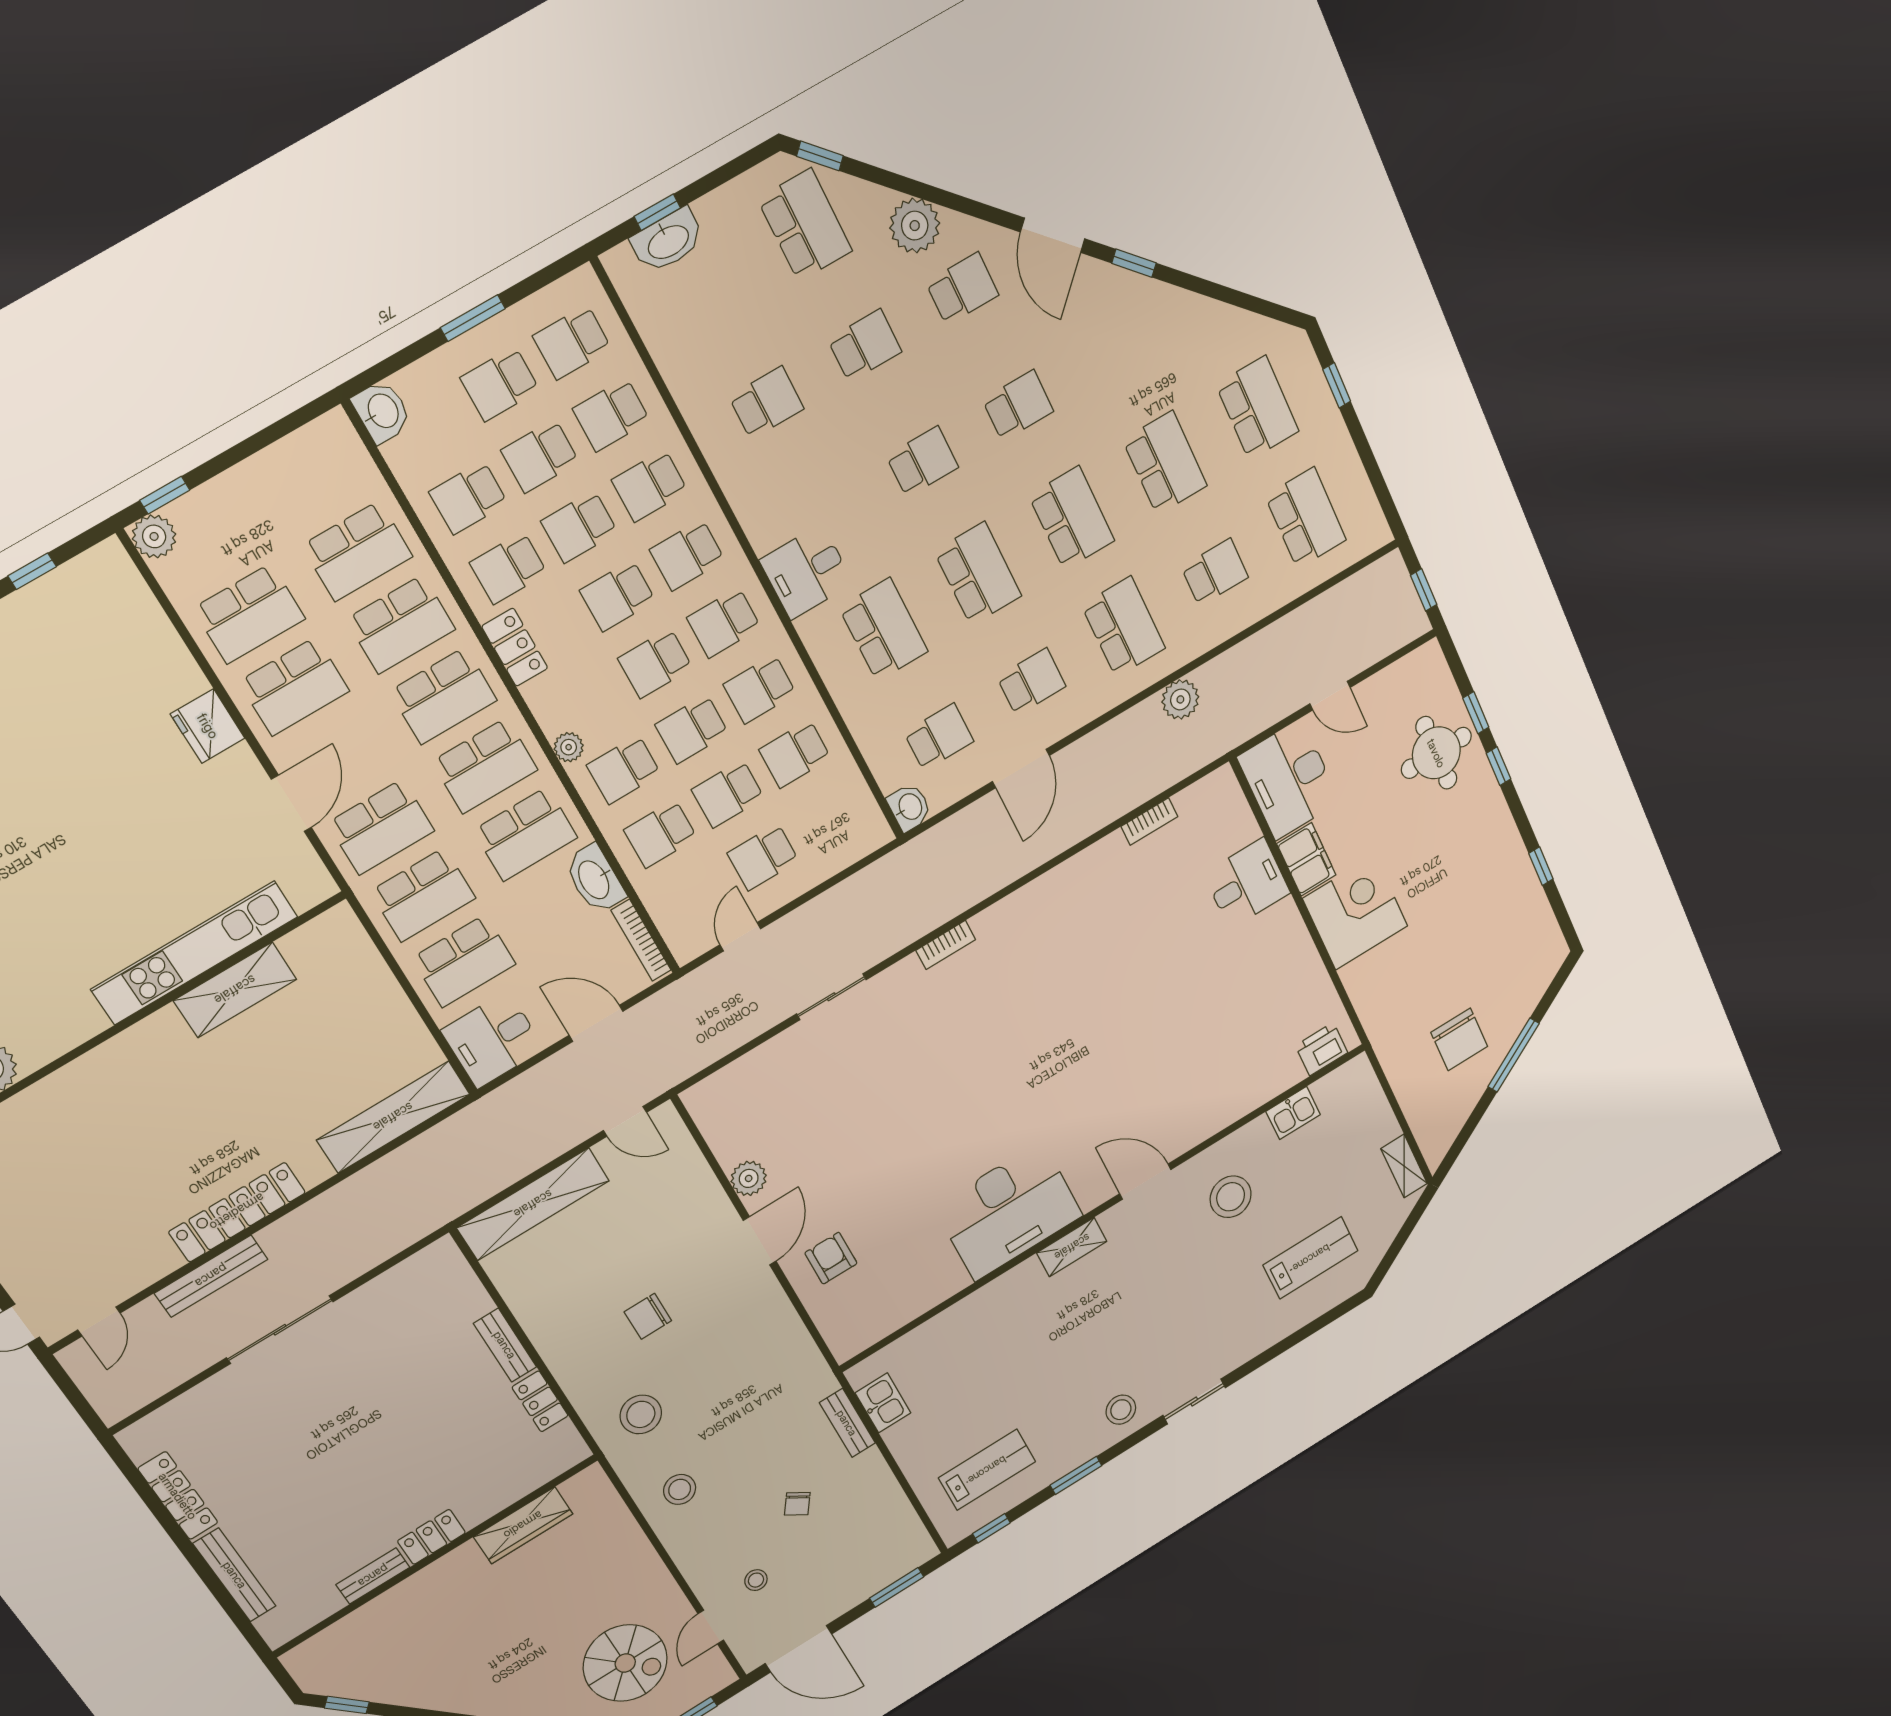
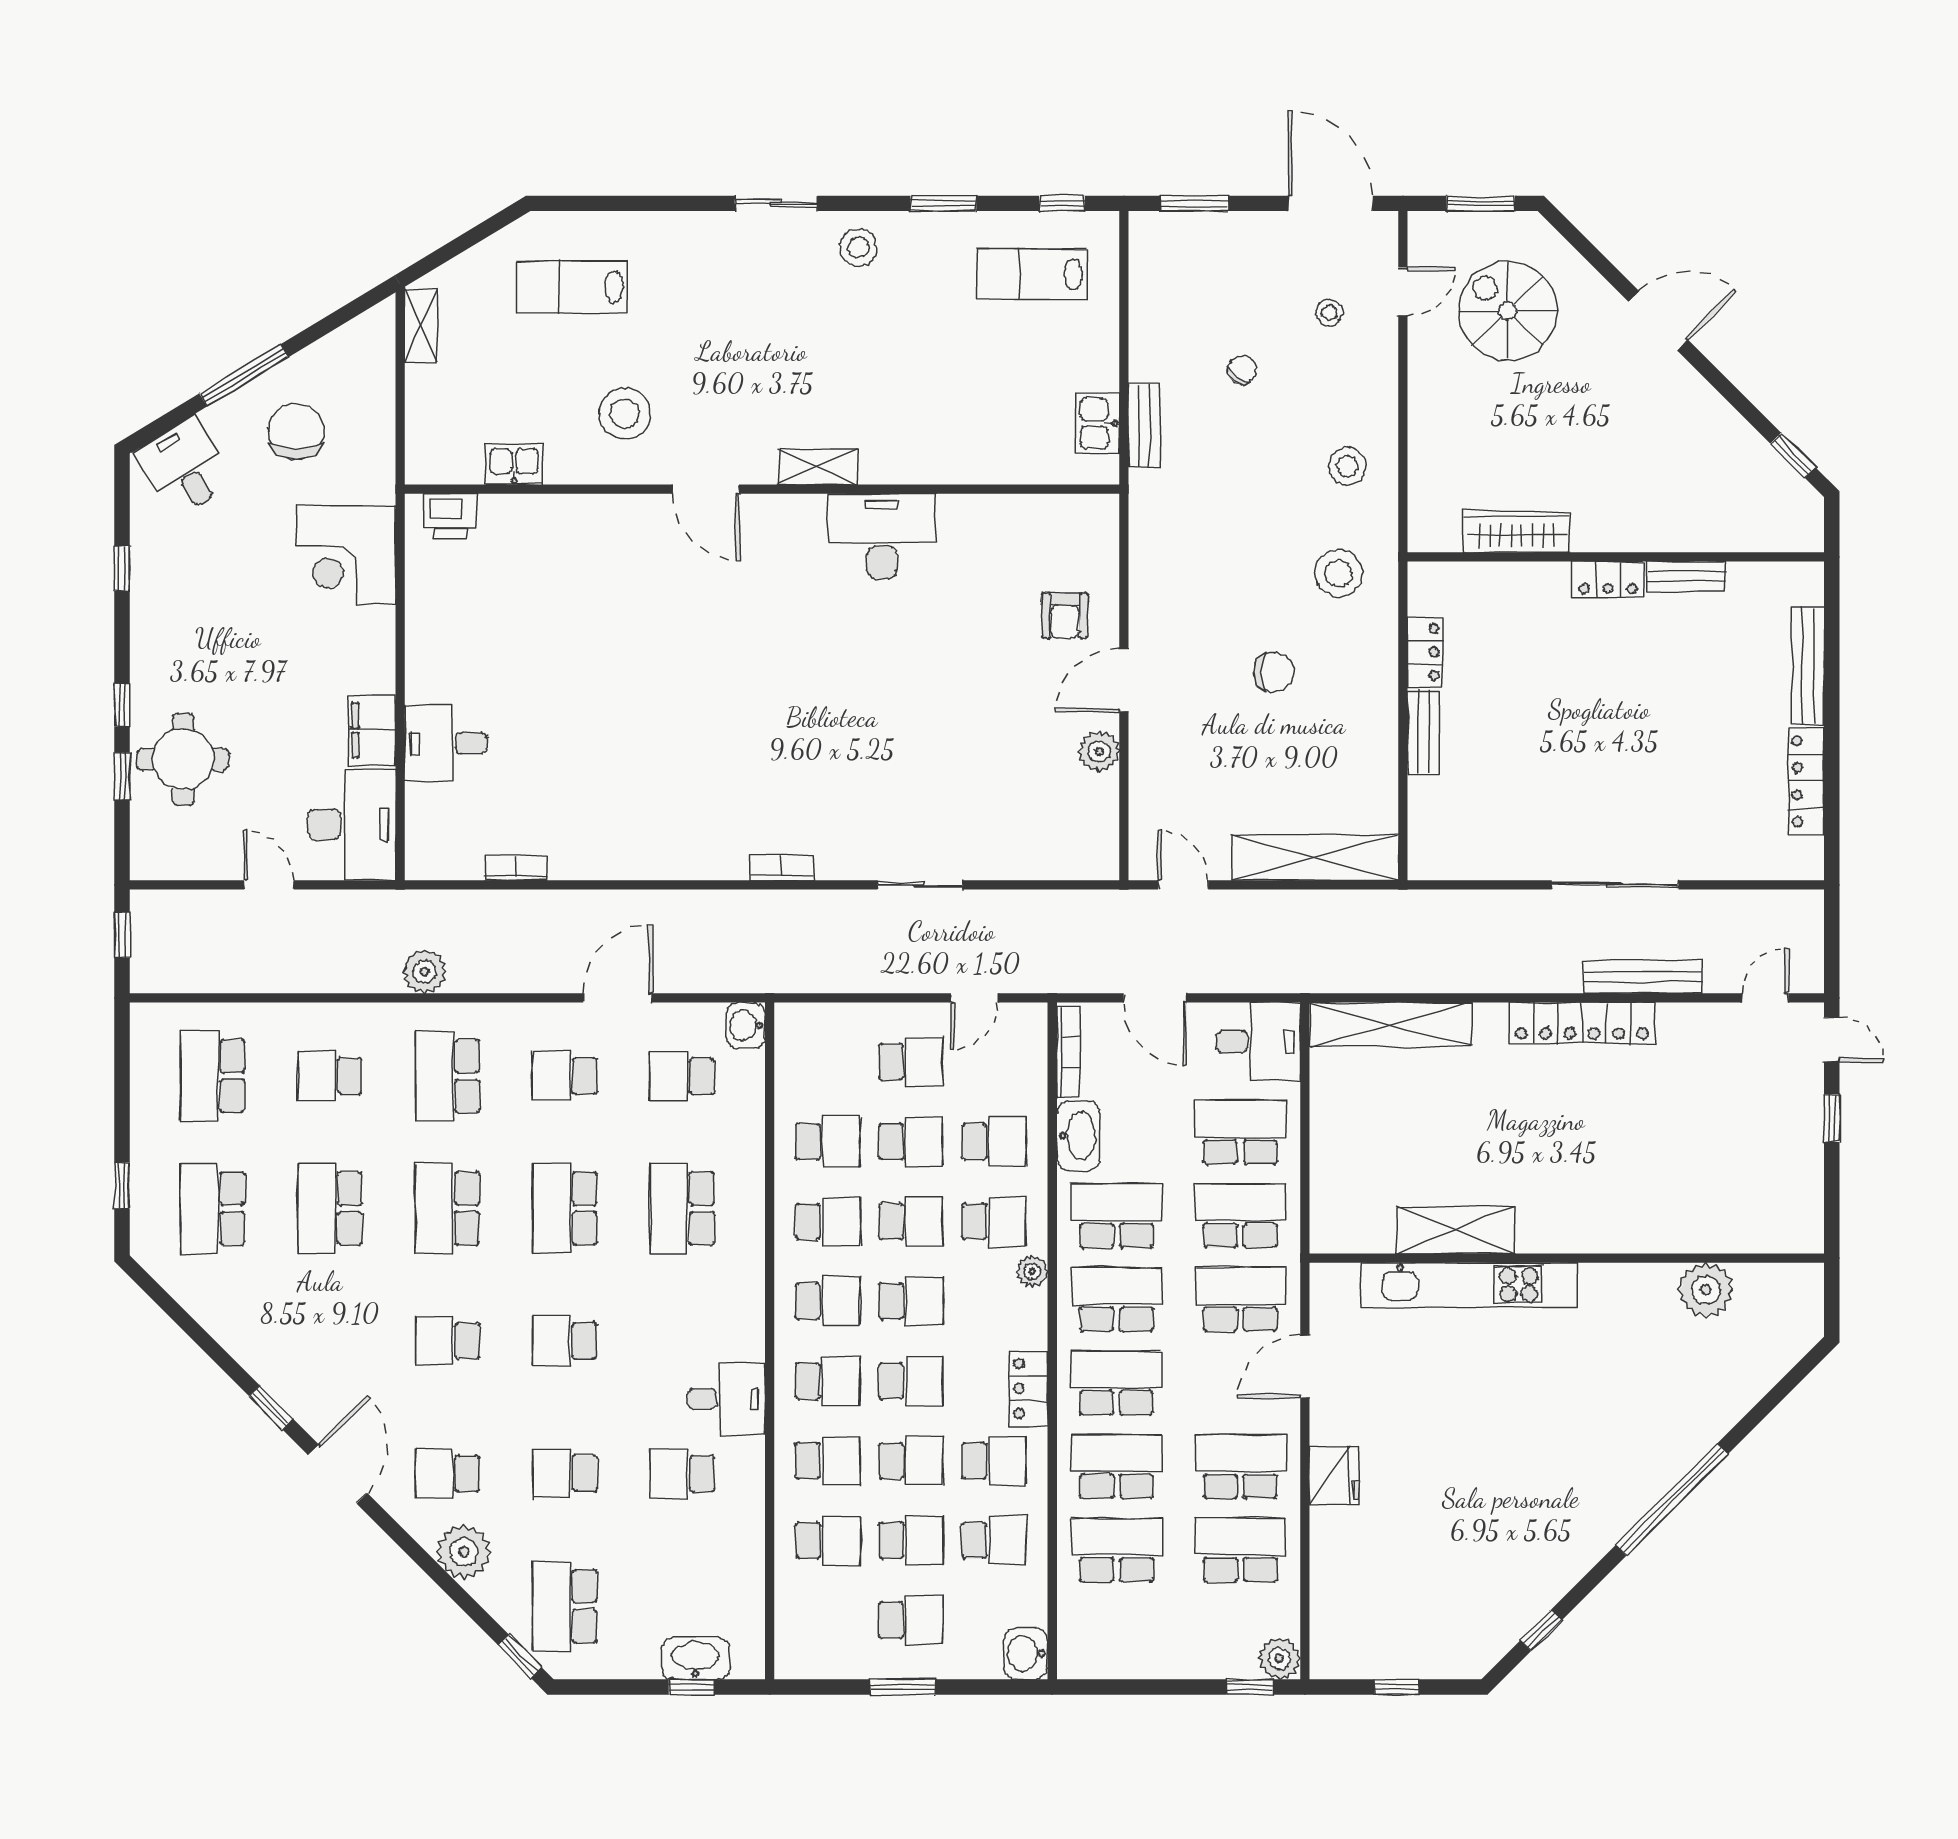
school desk: (572, 342) -> (828, 1620), removed
desk: (807, 572) -> (726, 1399), moved
corner desk: (1355, 912) -> (346, 555), moved
desk: (1528, 965) -> (184, 467), added
desk: (1009, 1211) -> (882, 536), width x0.73, depth x0.77

